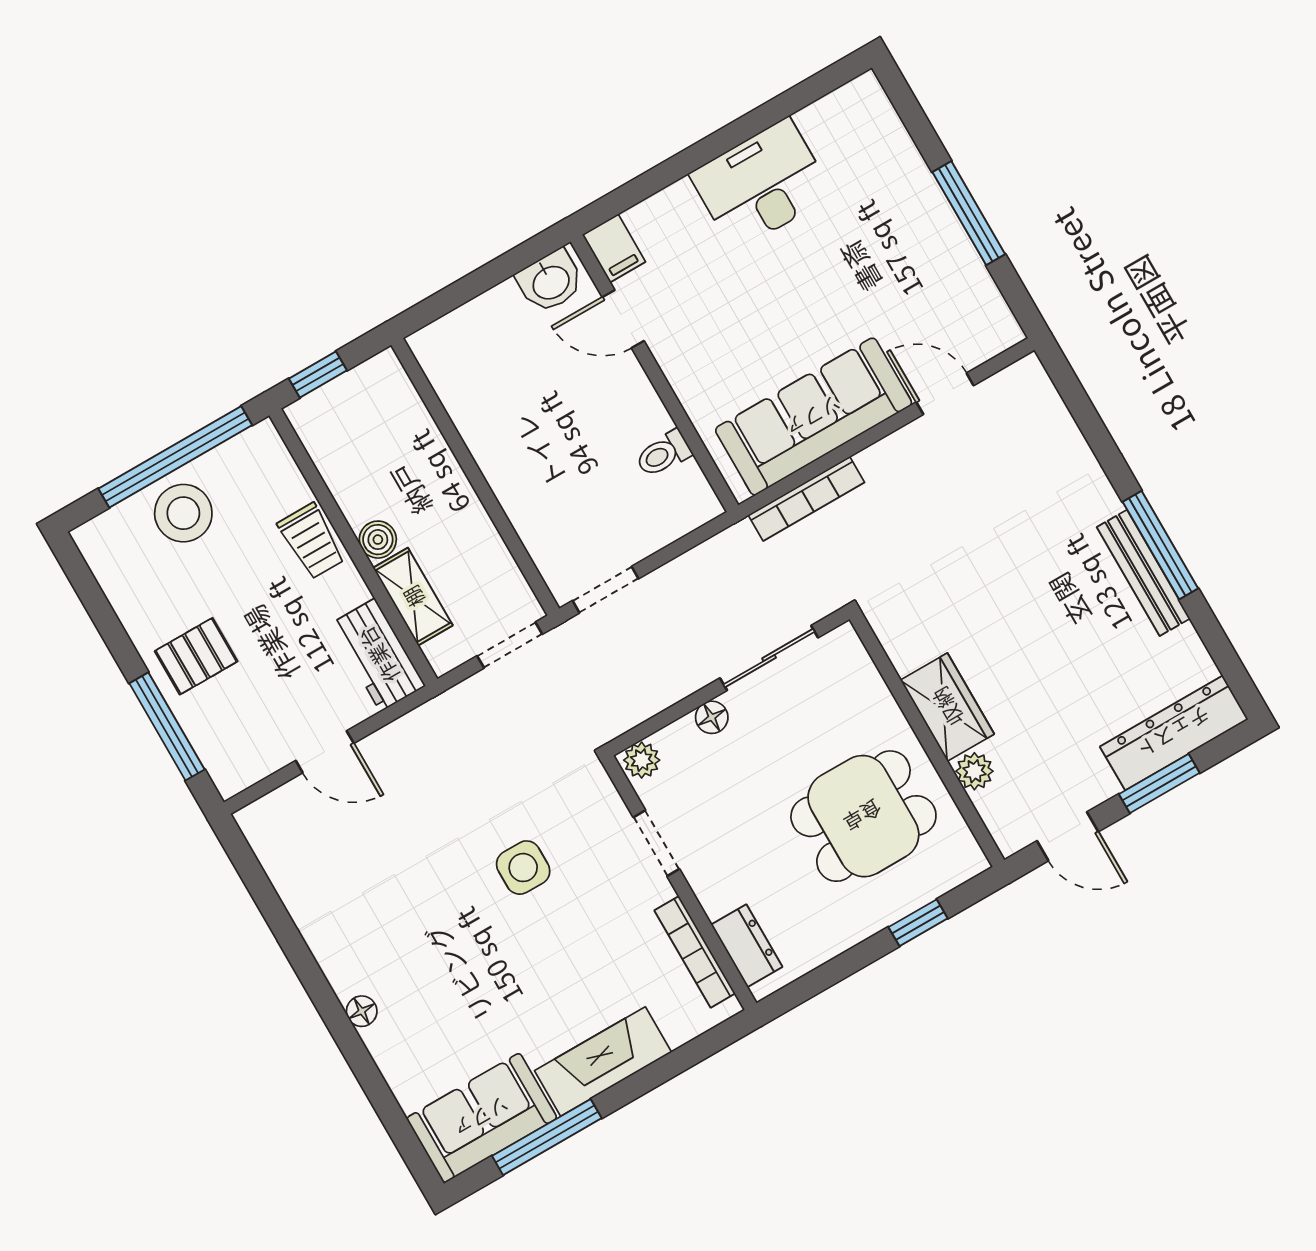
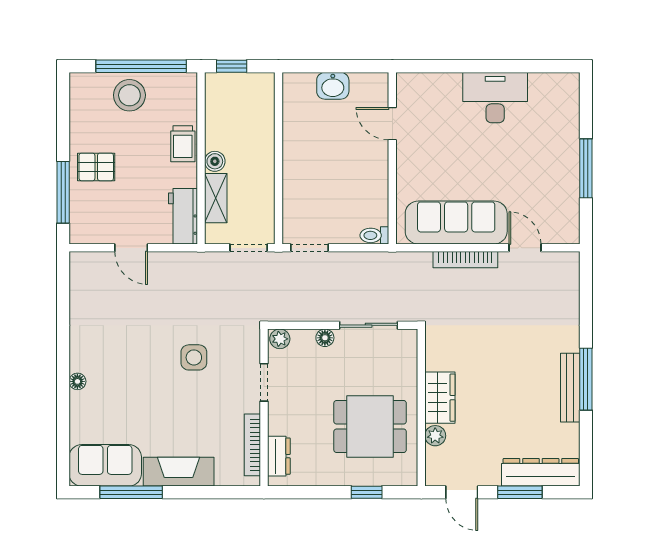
filing cabinet: (614, 248) -> (407, 88), removed
washbasin: (550, 281) -> (333, 86), moved
toilet: (663, 454) -> (374, 235), moved
bookcase: (806, 499) -> (465, 260), moved

